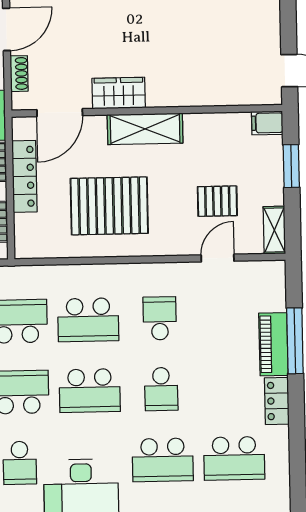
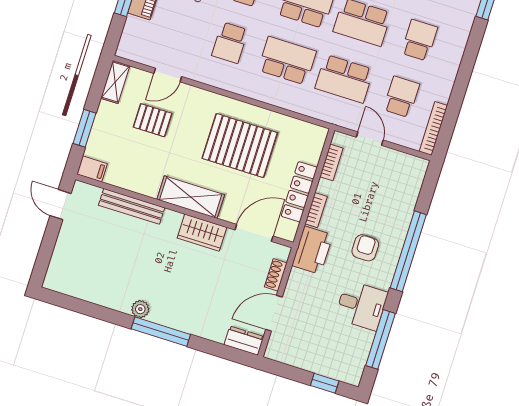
bench: (208, 96) -> (132, 206), added

